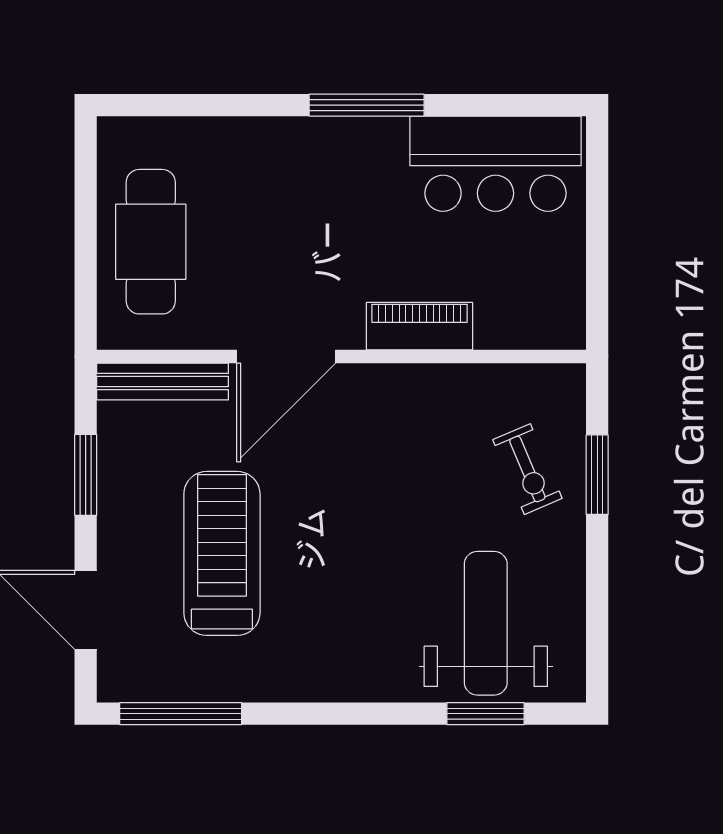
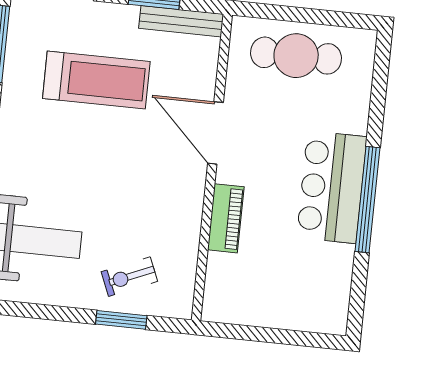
window: (367, 105) -> (368, 200), width x1.46
bar counter: (495, 164) -> (332, 187), moved
bench: (163, 382) -> (181, 21), moved, turned 90

